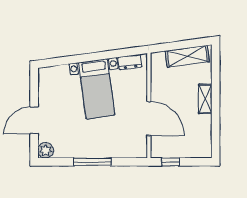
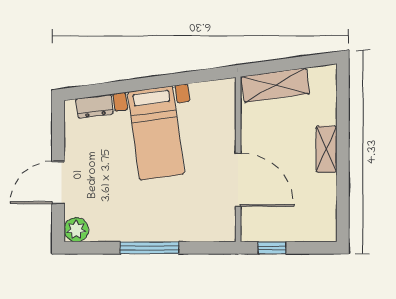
shelving: (187, 56) -> (275, 85), moved
dresser: (130, 62) -> (94, 106), moved

